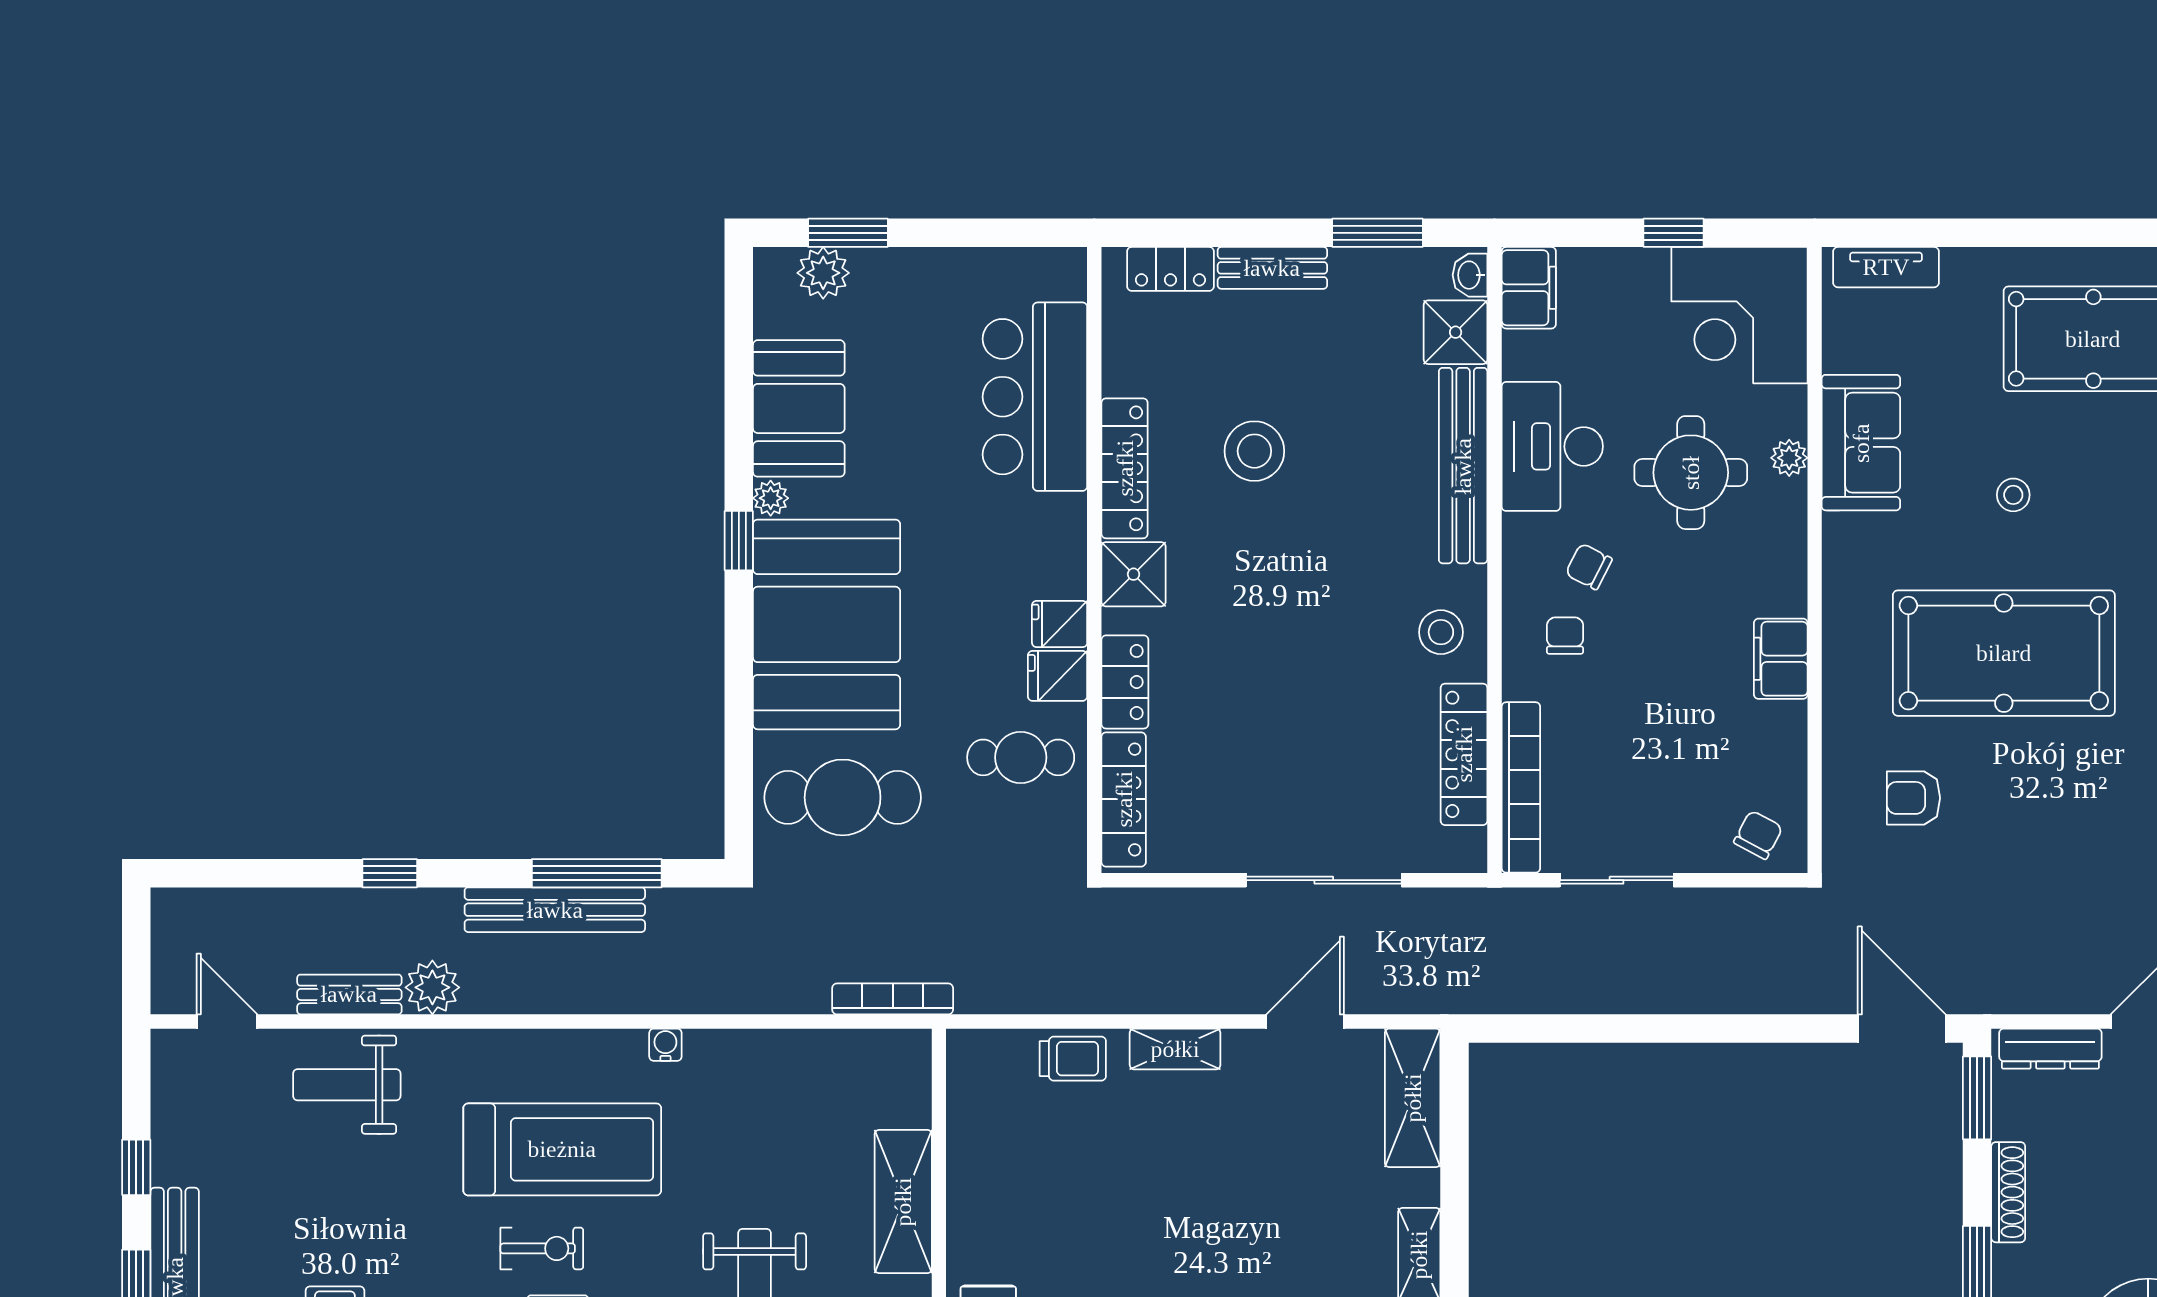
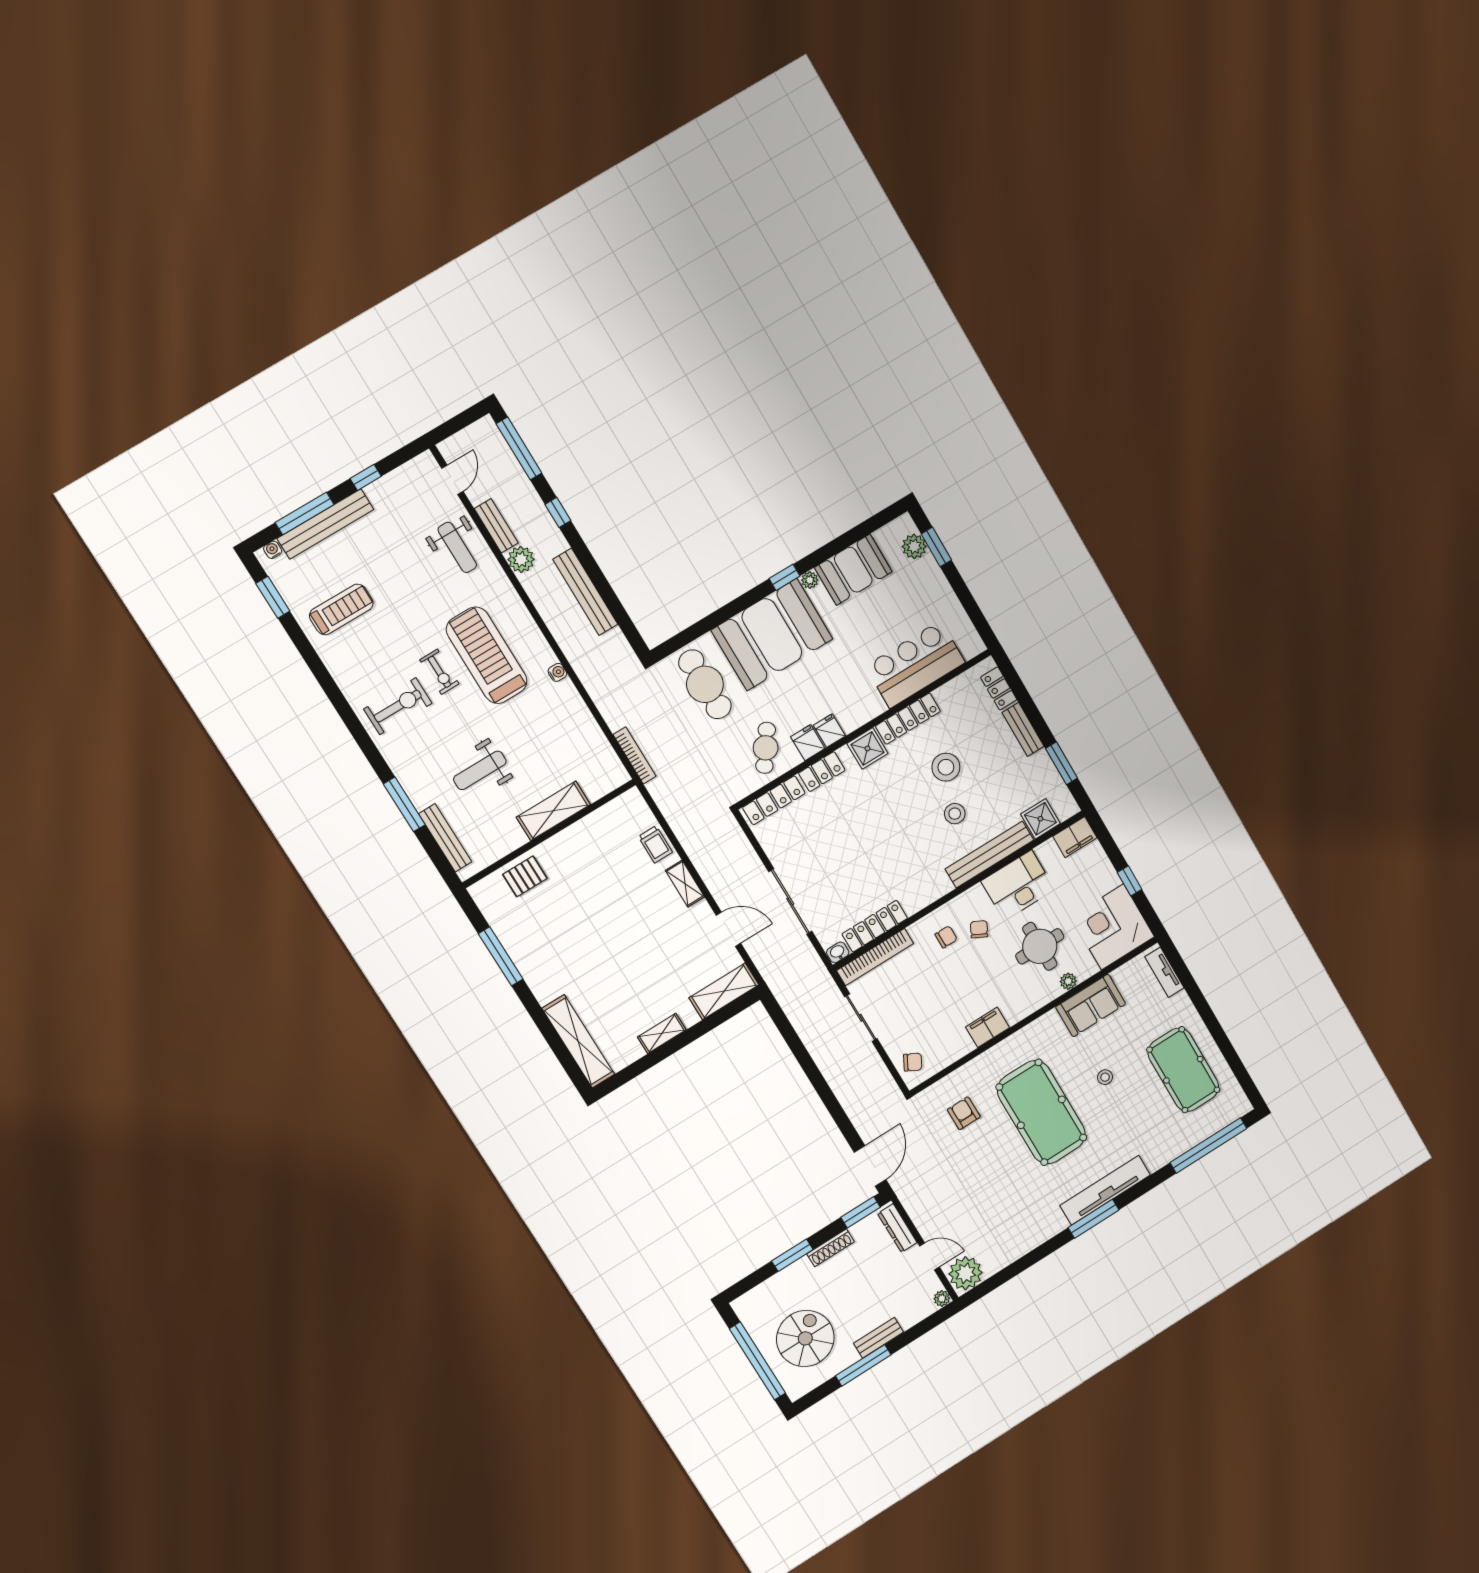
washbasin: (1470, 275) -> (838, 952), moved
stool: (1441, 632) -> (955, 814), moved
cafe table: (1021, 757) -> (766, 748), turned 35
window: (597, 873) -> (519, 448), moved
weight bench: (347, 1085) -> (457, 547), turned 180
treadmill: (562, 1149) -> (487, 655), turned 180

